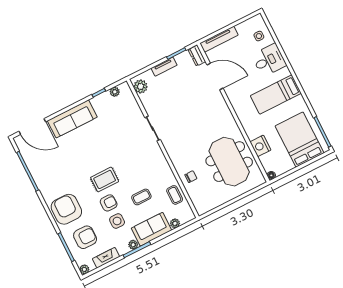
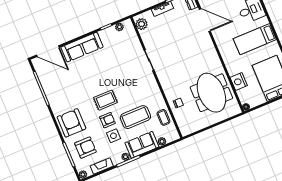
coffee table: (141, 197) -> (135, 117), width x1.86, depth x1.72

